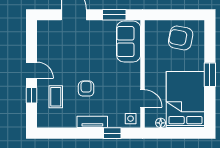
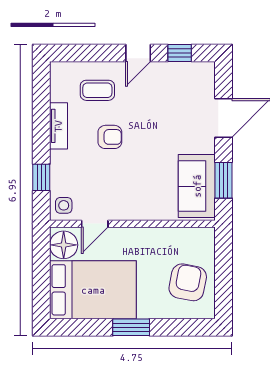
sofa: (129, 42) -> (197, 186), moved, turned -90
window: (32, 95) -> (180, 53), moved
tv unit: (92, 122) -> (58, 126), moved
floor lamp: (161, 123) -> (64, 245), width x1.89, depth x1.89

